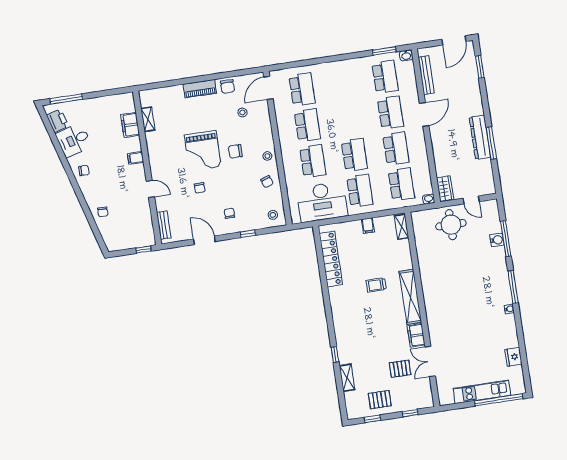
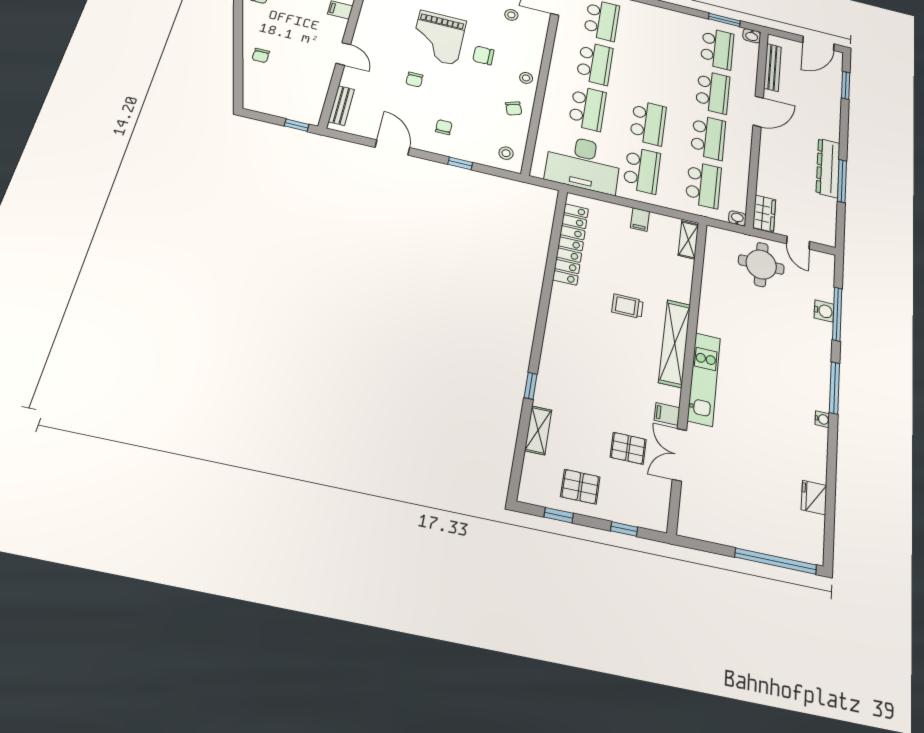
filing cabinet: (416, 335) -> (667, 414), width x0.50
kitchen unit: (482, 392) -> (704, 379), moved, turned 90

